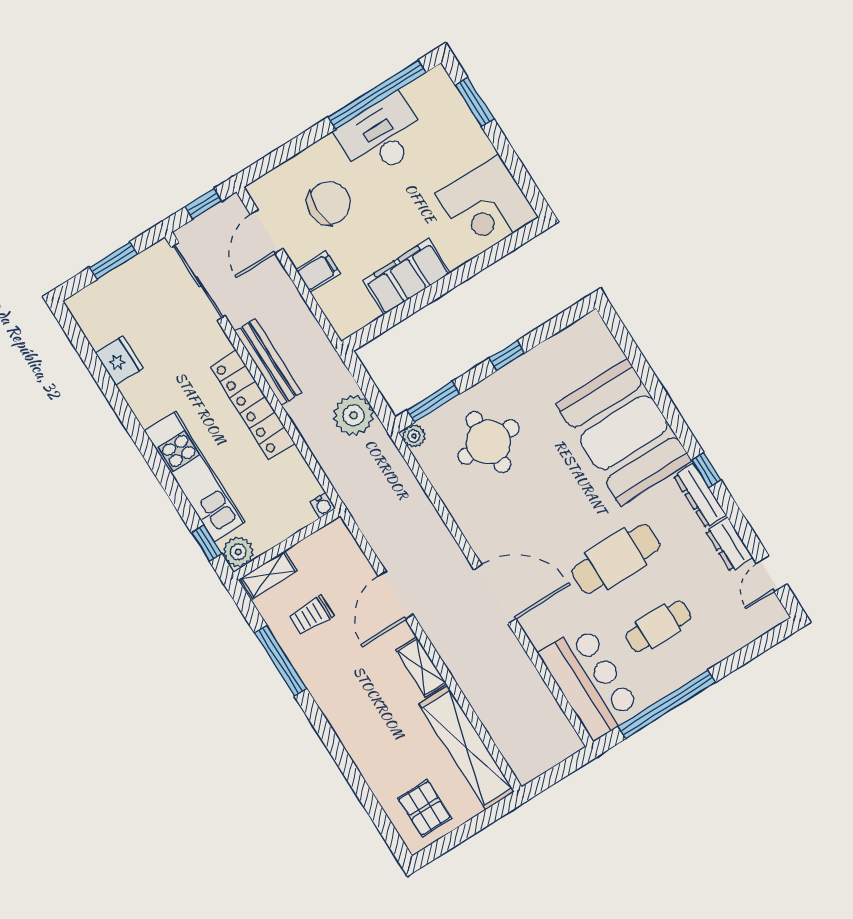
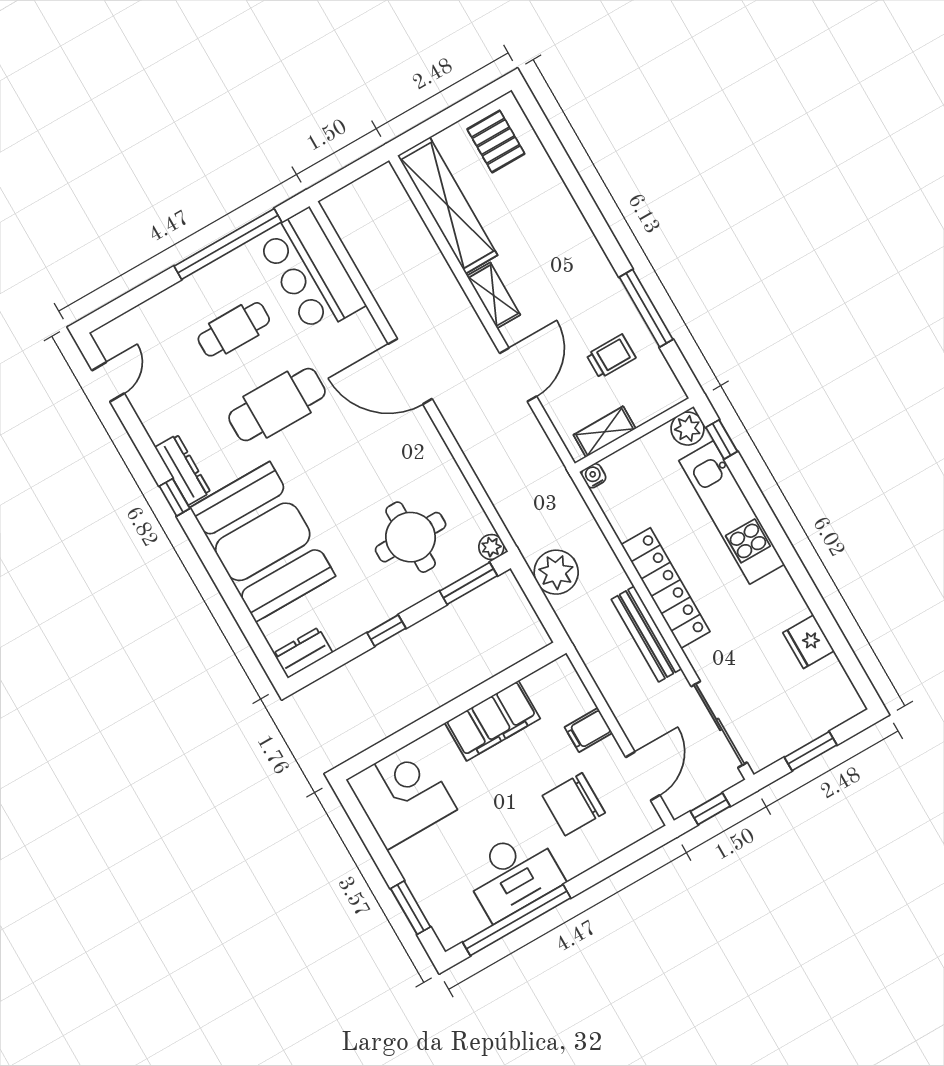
dresser: (729, 545) -> (303, 653), moved, turned -90
shelving: (269, 575) -> (605, 432), moved

